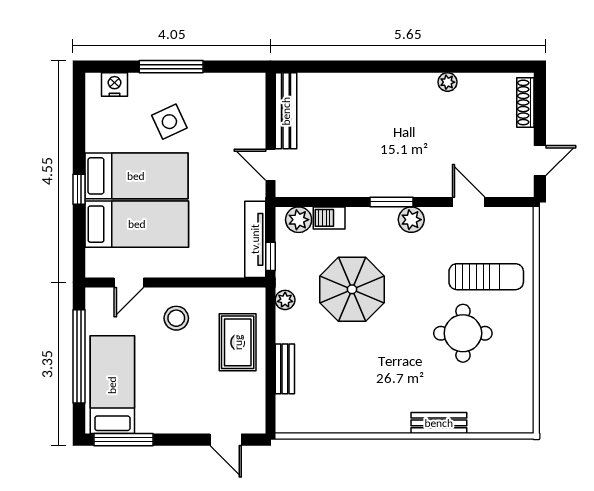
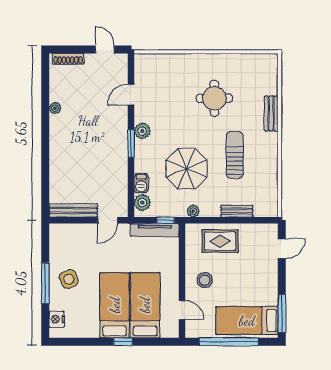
side table: (169, 122) -> (69, 279), moved
sun lounger: (486, 277) -> (235, 155), moved

